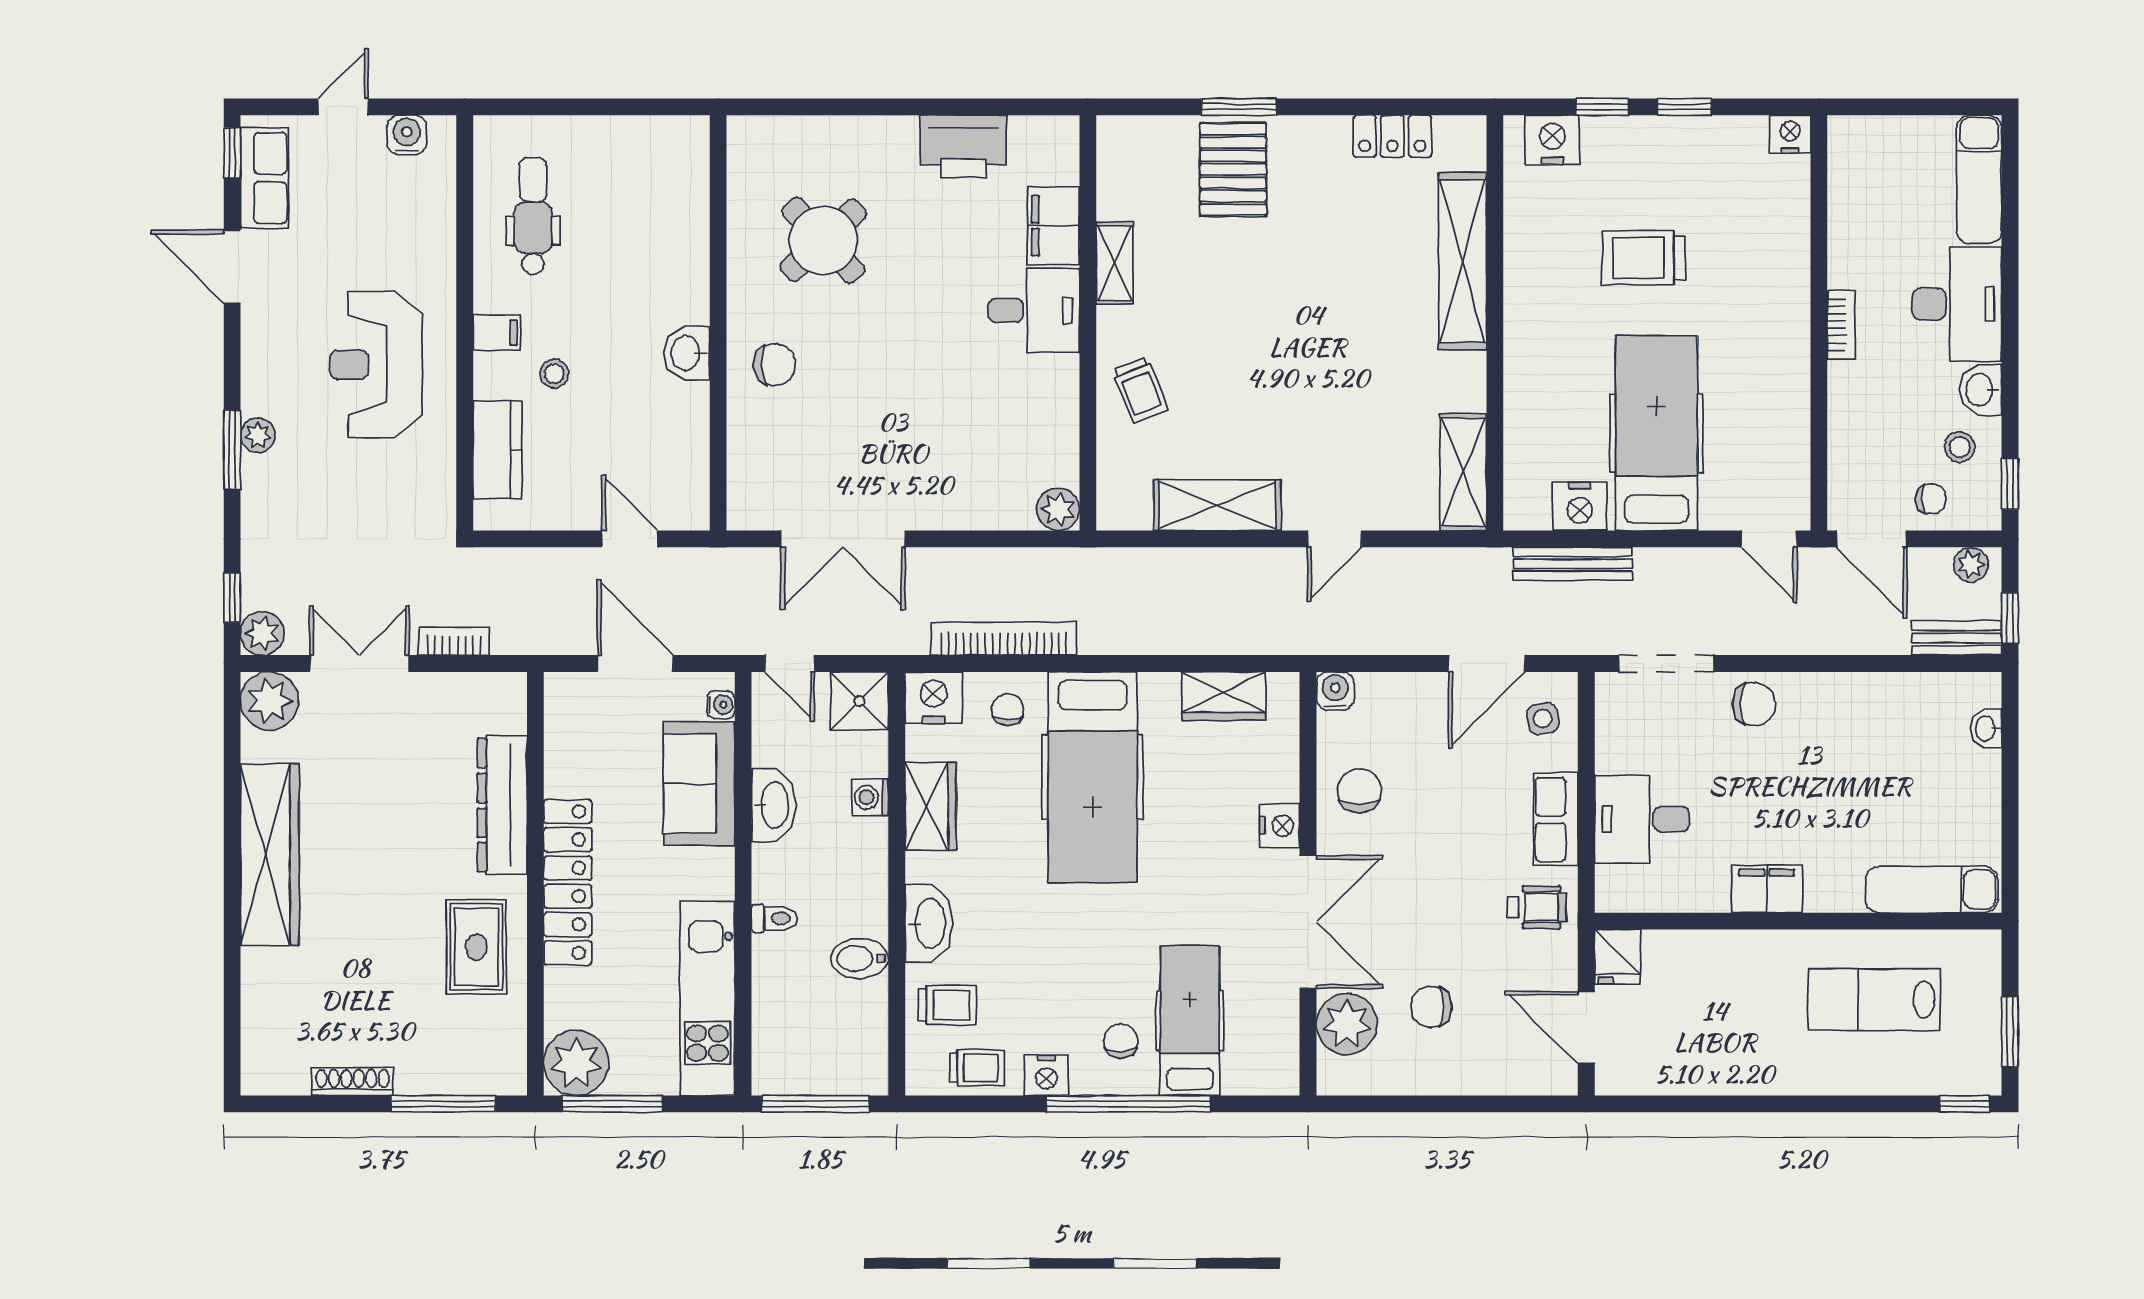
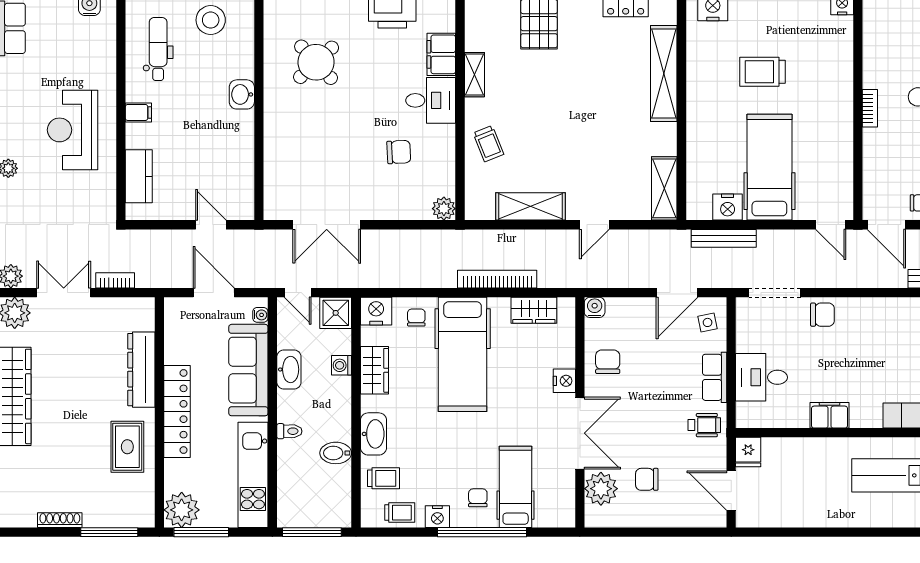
washbasin: (687, 353) -> (242, 94), moved
chair: (775, 365) -> (399, 152), moved
stool: (554, 374) -> (211, 20), moved, width x1.89, depth x1.89
bookcase: (1004, 639) -> (497, 279), moved
sofa: (699, 784) -> (248, 370), width x1.36

